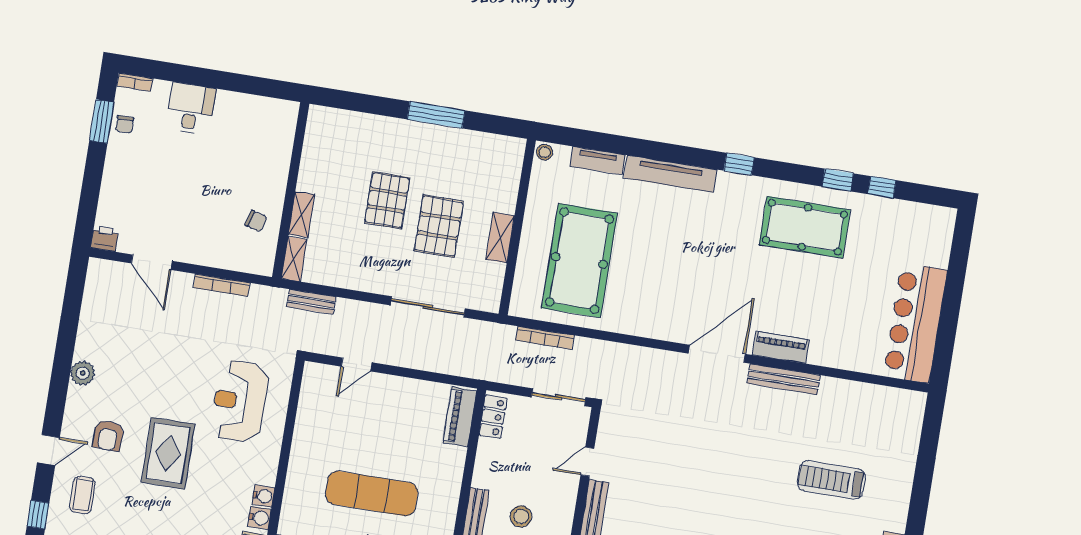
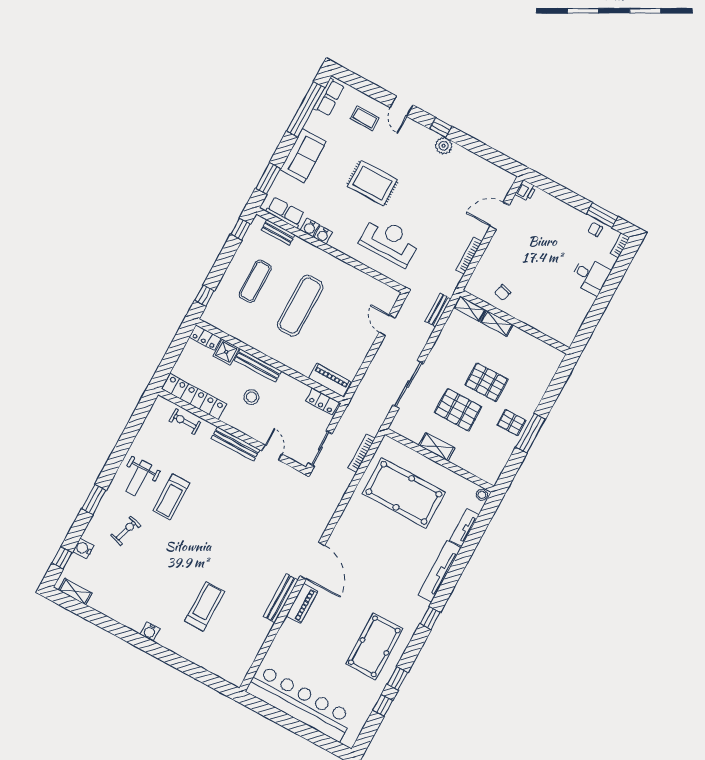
pallet: (431, 146) -> (511, 423), added
bar counter: (915, 323) -> (300, 703), width x1.36
armchair: (108, 436) -> (397, 148), removed
window: (38, 515) -> (441, 128), moved

